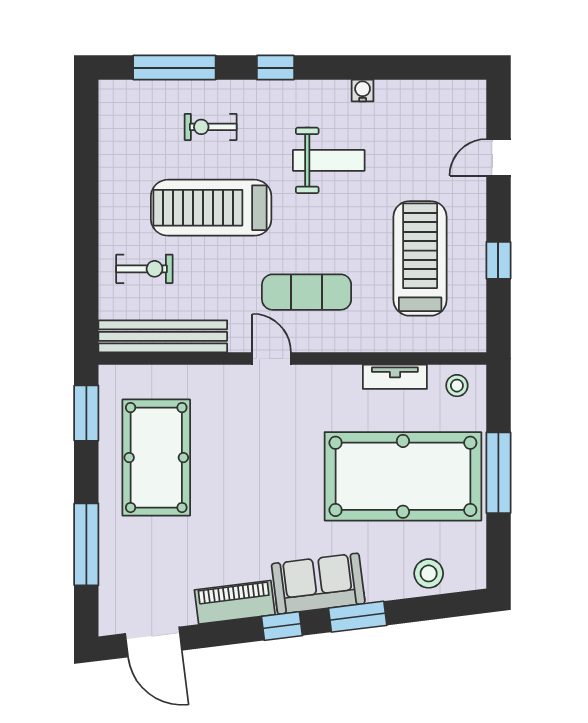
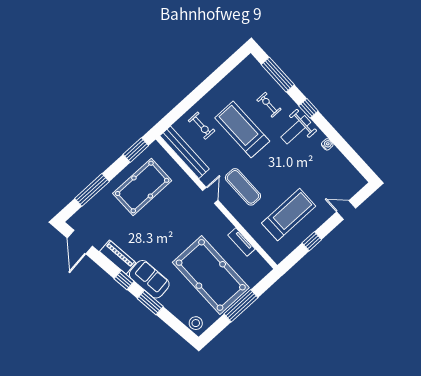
weight bench: (329, 160) -> (296, 130), moved, turned 90
stool: (457, 386) -> (257, 265), removed
stool: (429, 573) -> (196, 323), moved

